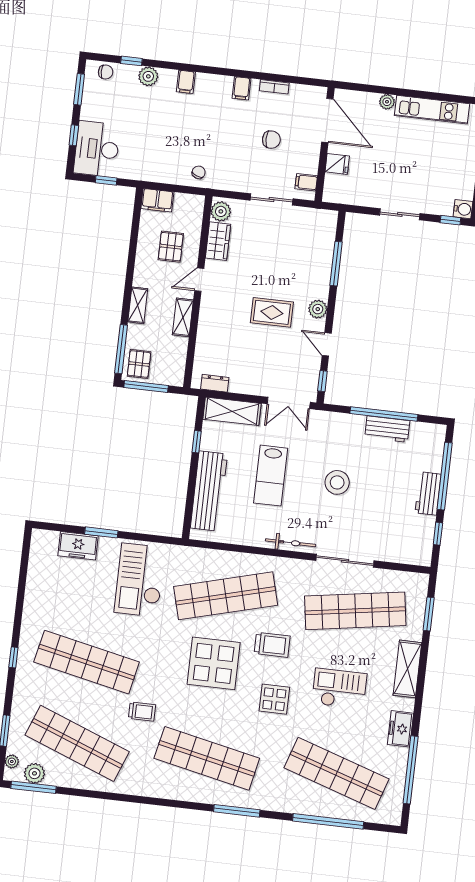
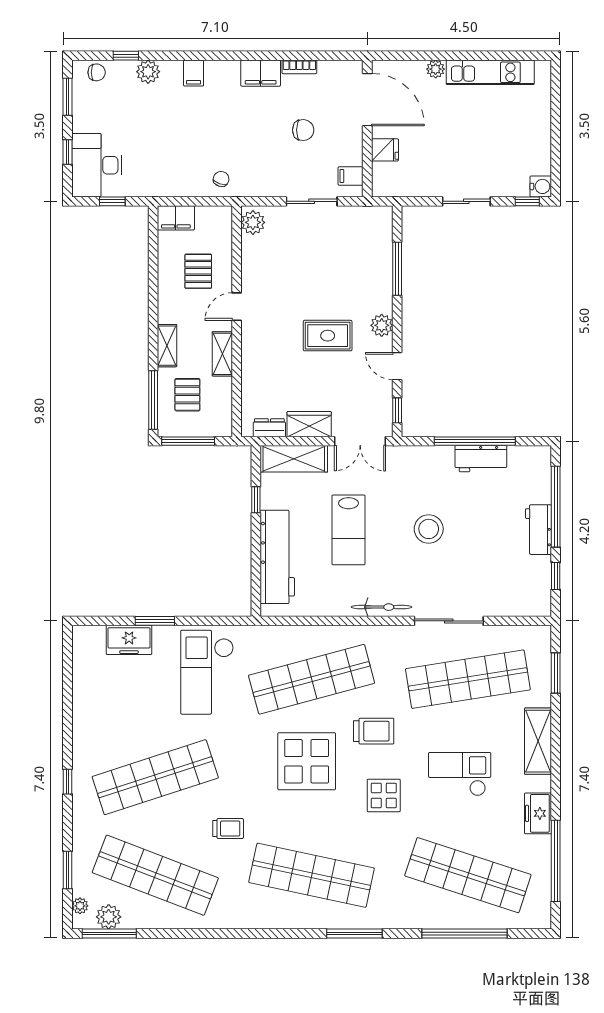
filing cabinet: (242, 88) -> (261, 73), width x2.00
wardrobe: (218, 241) -> (309, 424), moved, turned -90
pallet: (139, 364) -> (187, 395), moved
shop shelf: (87, 662) -> (155, 777), turned -30

